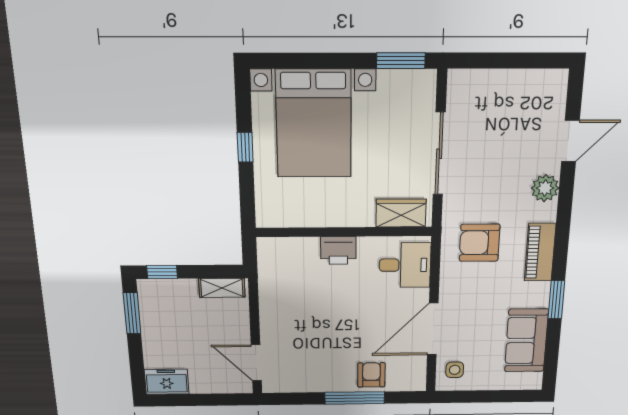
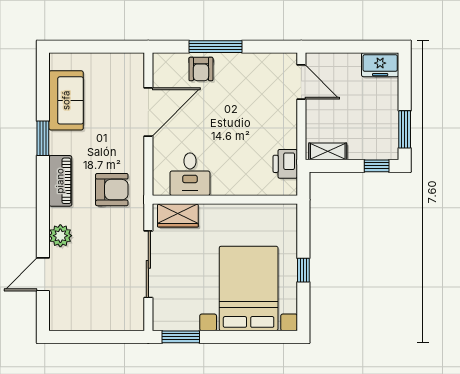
printer: (338, 250) -> (285, 164), moved, turned -90
desk: (405, 265) -> (190, 174), moved, turned -90
side table: (455, 370) -> (128, 73), removed

